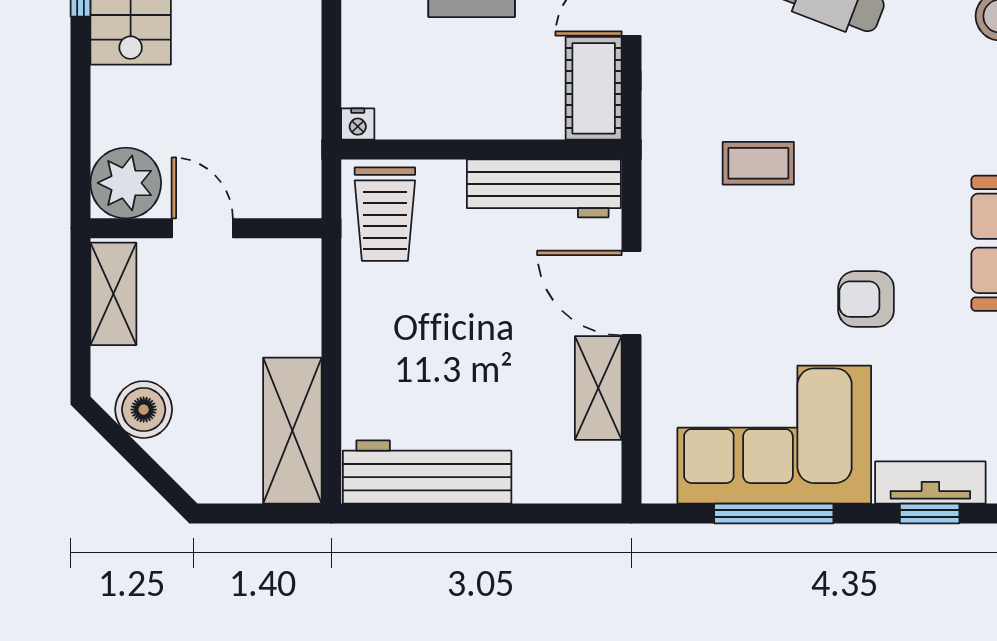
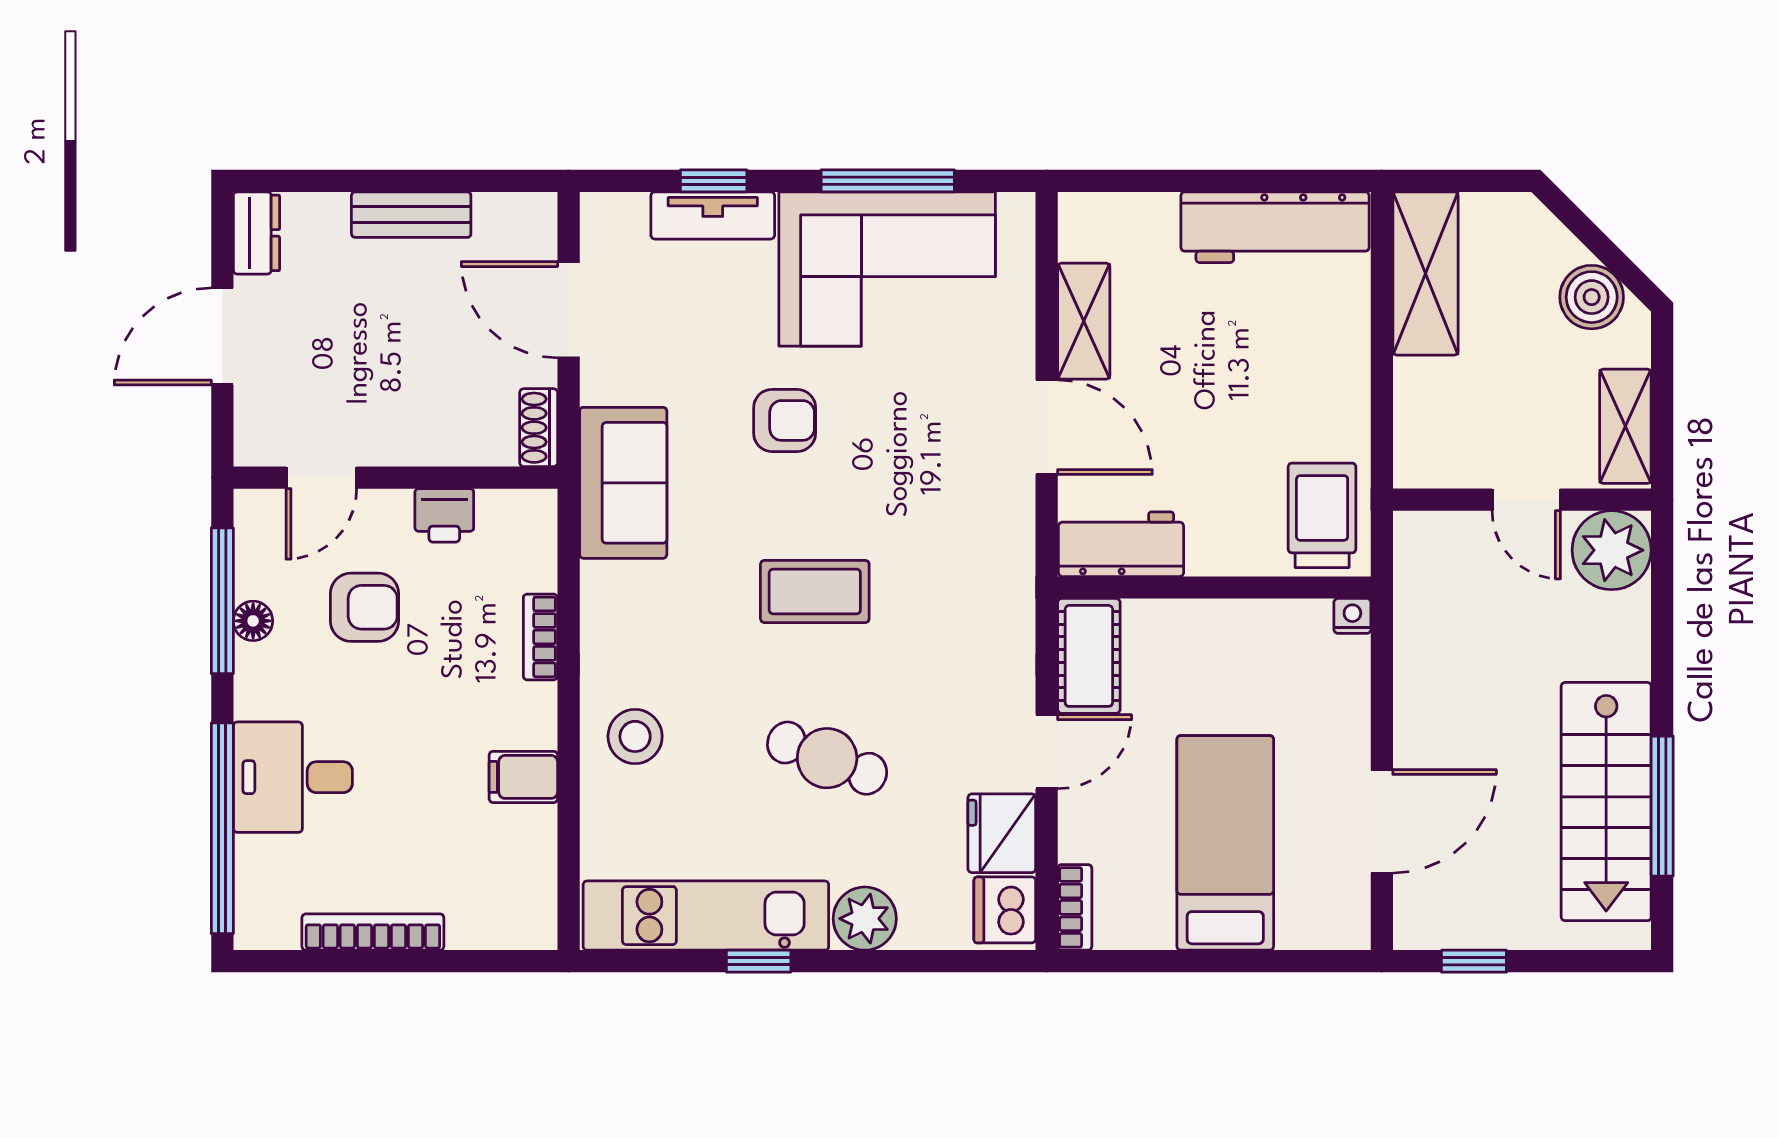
coffee table: (758, 163) -> (815, 591), moved, width x1.36, depth x1.30
workbench: (544, 188) -> (1121, 544), width x0.73

